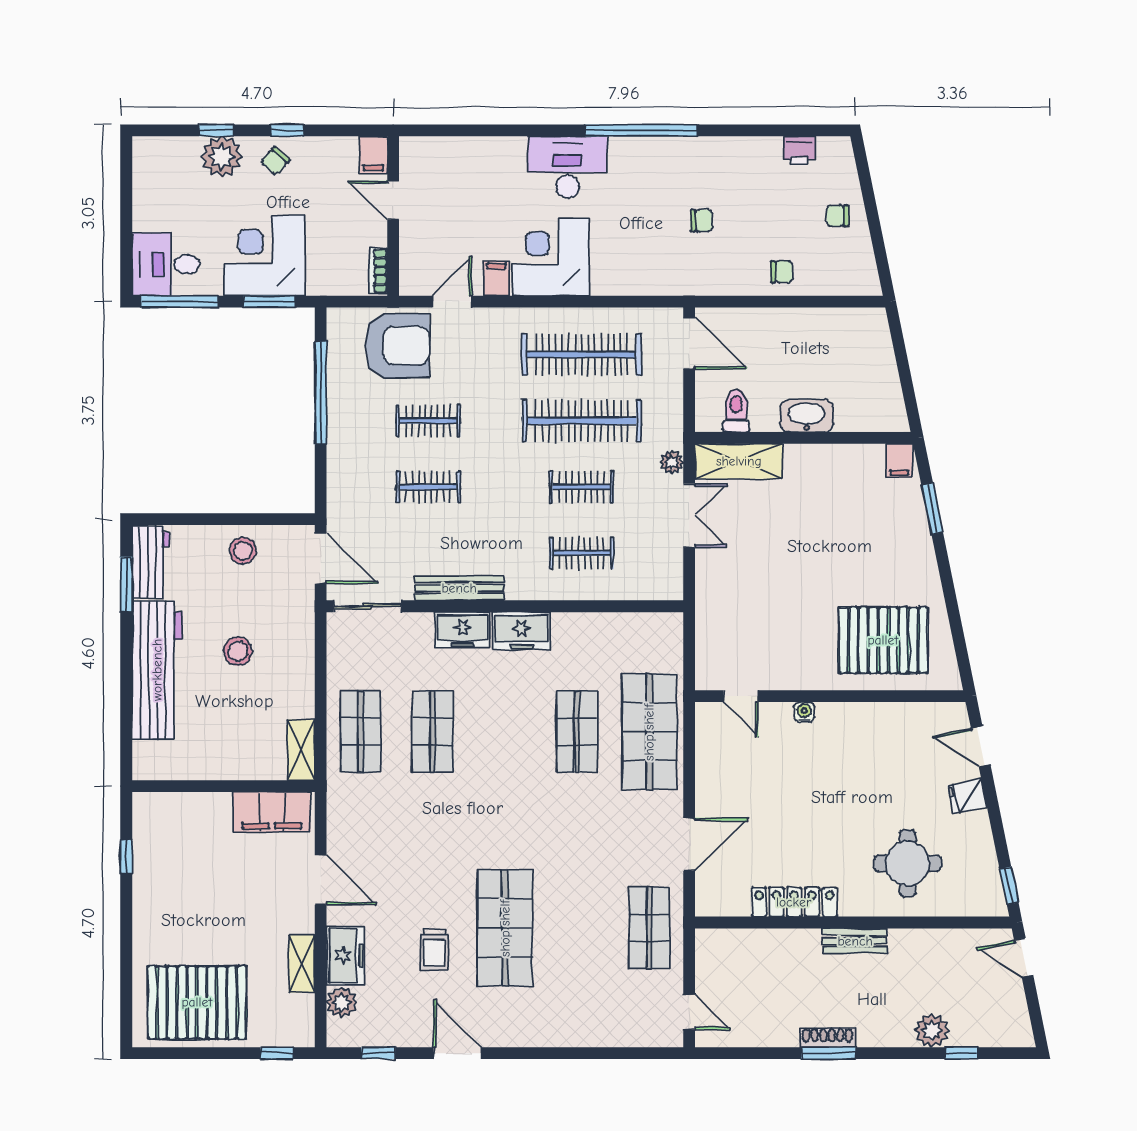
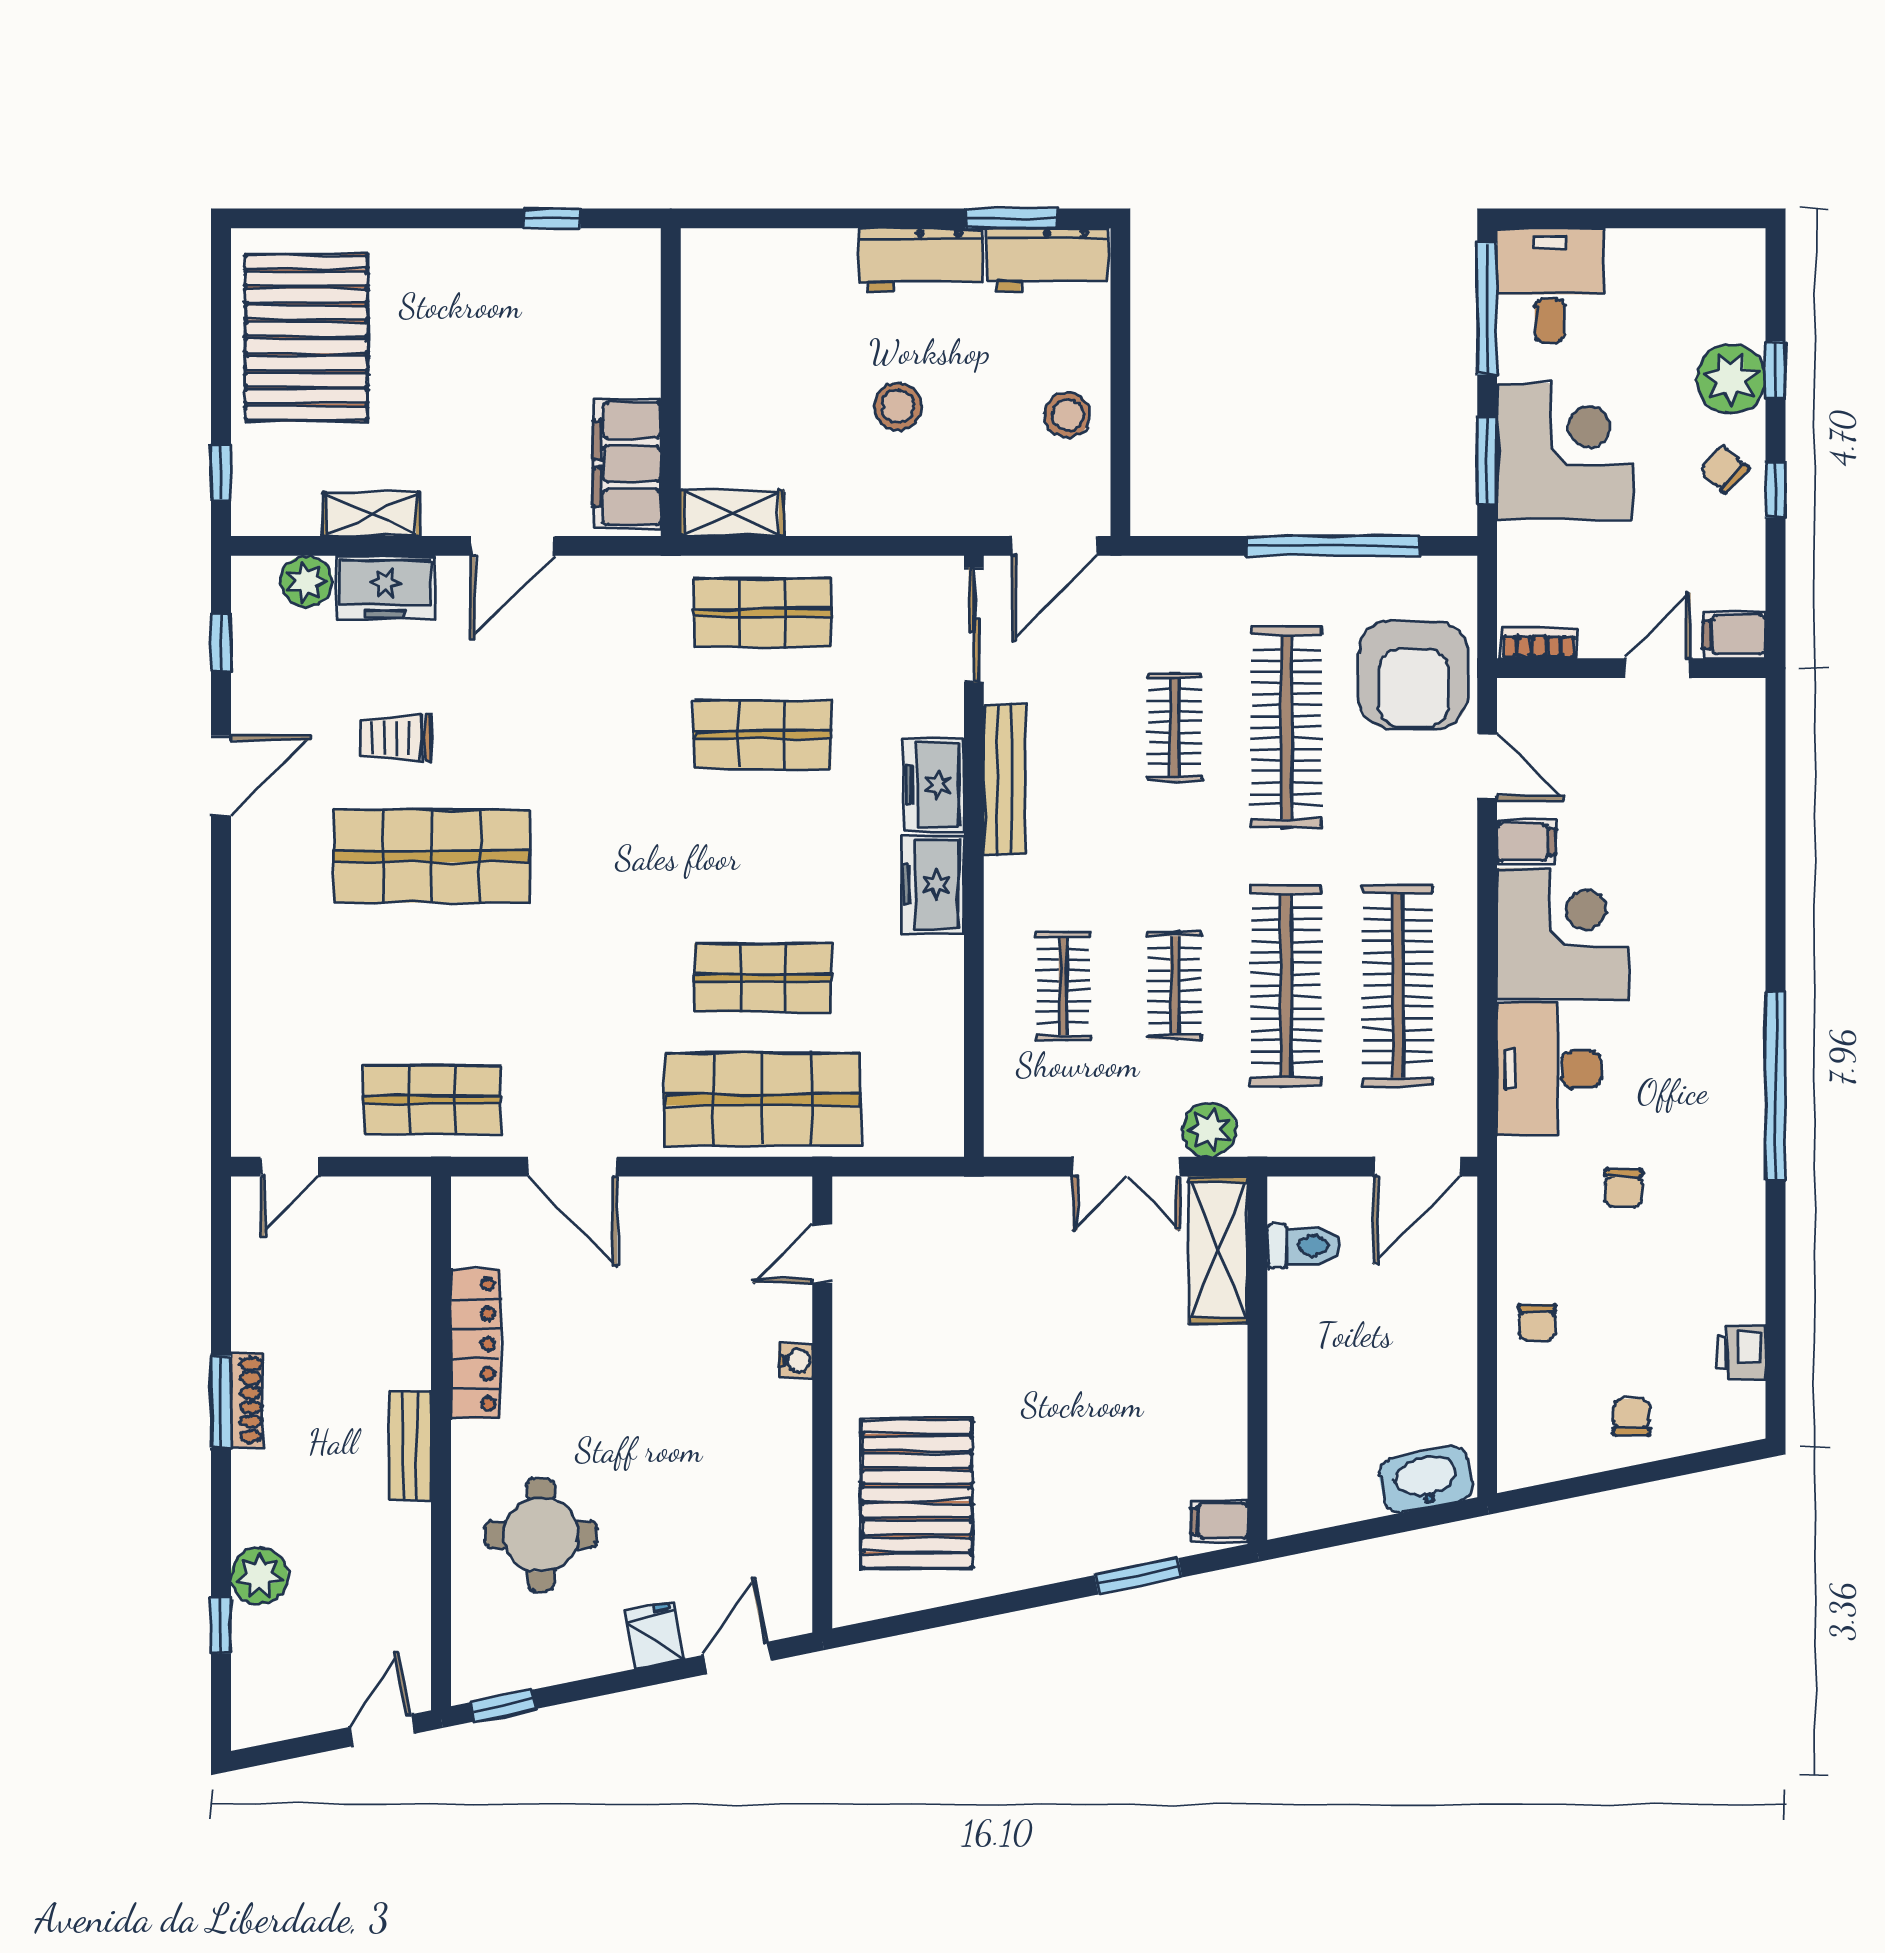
desk: (567, 167) -> (1549, 1069), moved, turned 180
washbasin: (807, 416) -> (1426, 1479), moved, turned -102
clothes rail: (428, 421) -> (1286, 727), width x1.86, depth x1.31
plant: (672, 462) -> (1209, 1130), width x1.38, depth x1.38
workbench: (157, 670) -> (921, 260), width x0.53, depth x0.76

